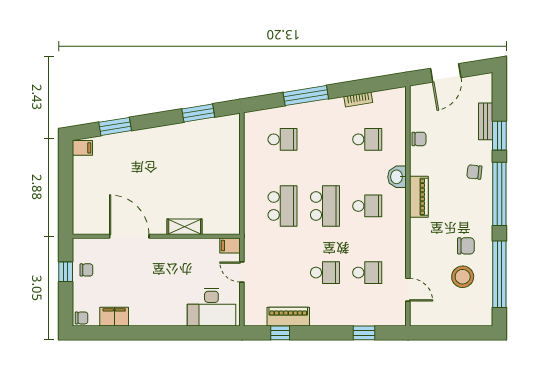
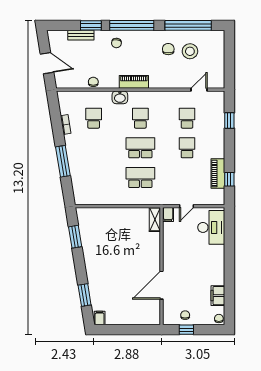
school desk: (283, 139) -> (94, 178), removed
shelving: (185, 227) -> (155, 219), moved

